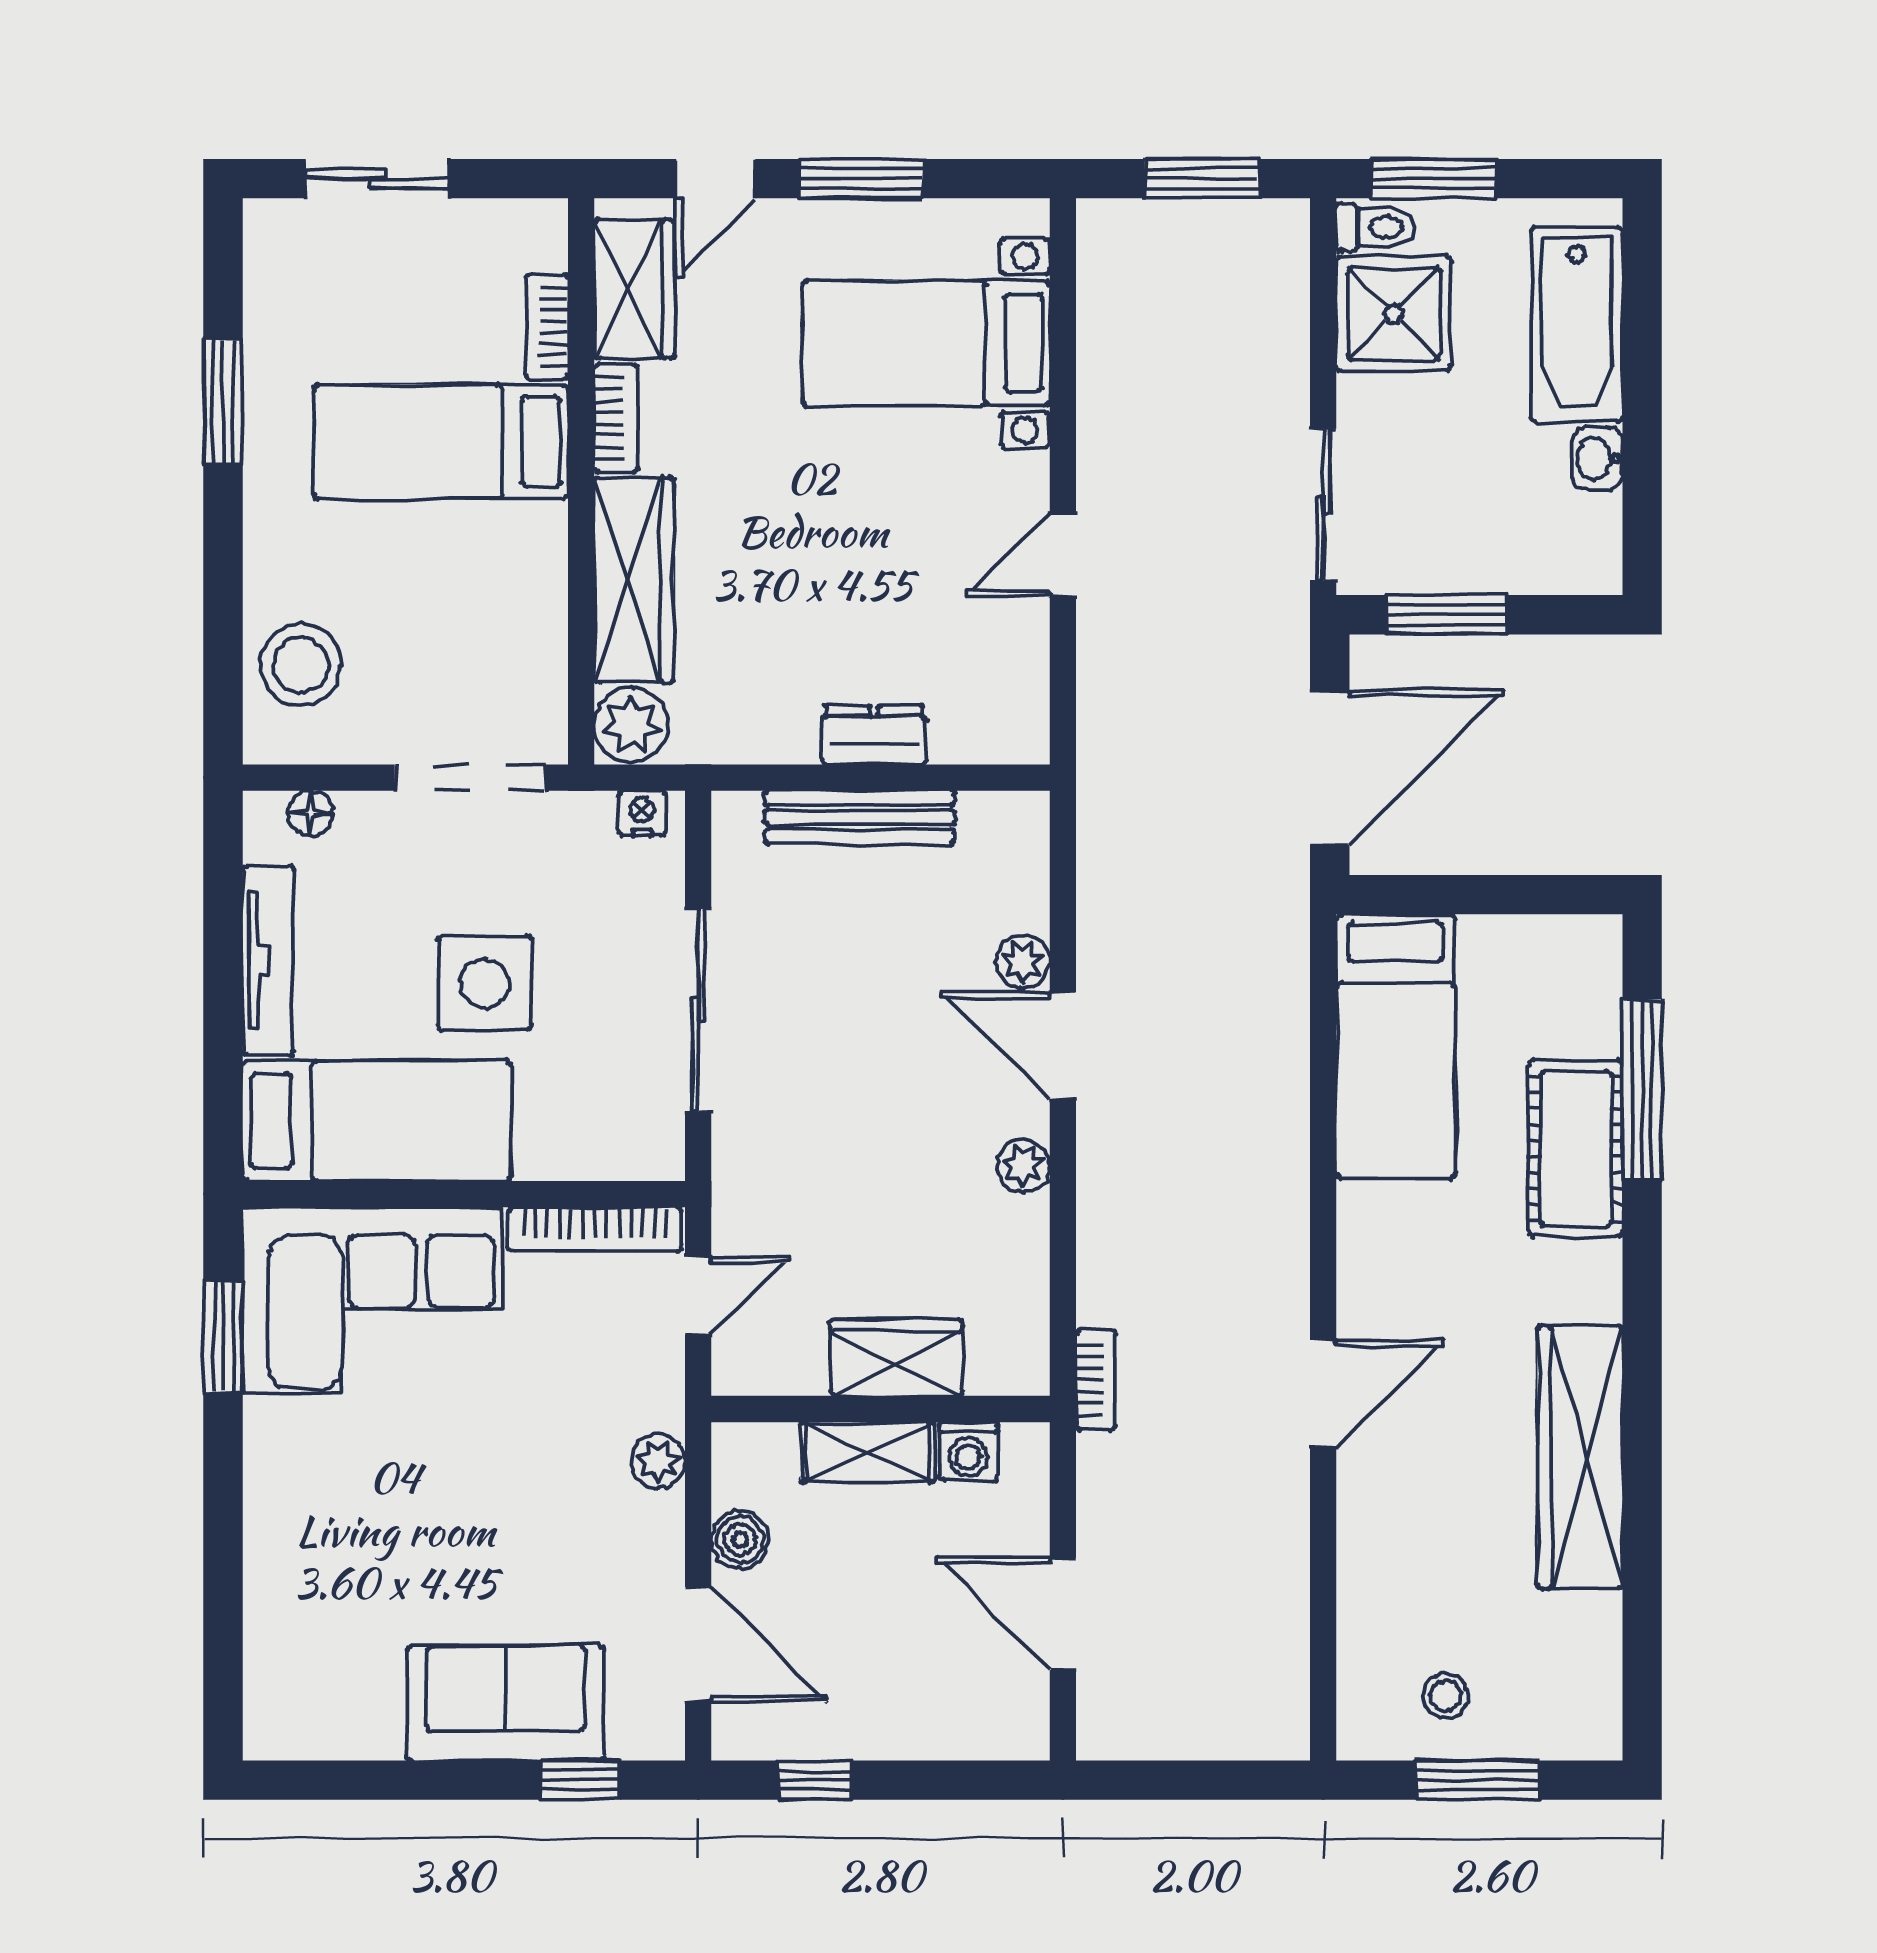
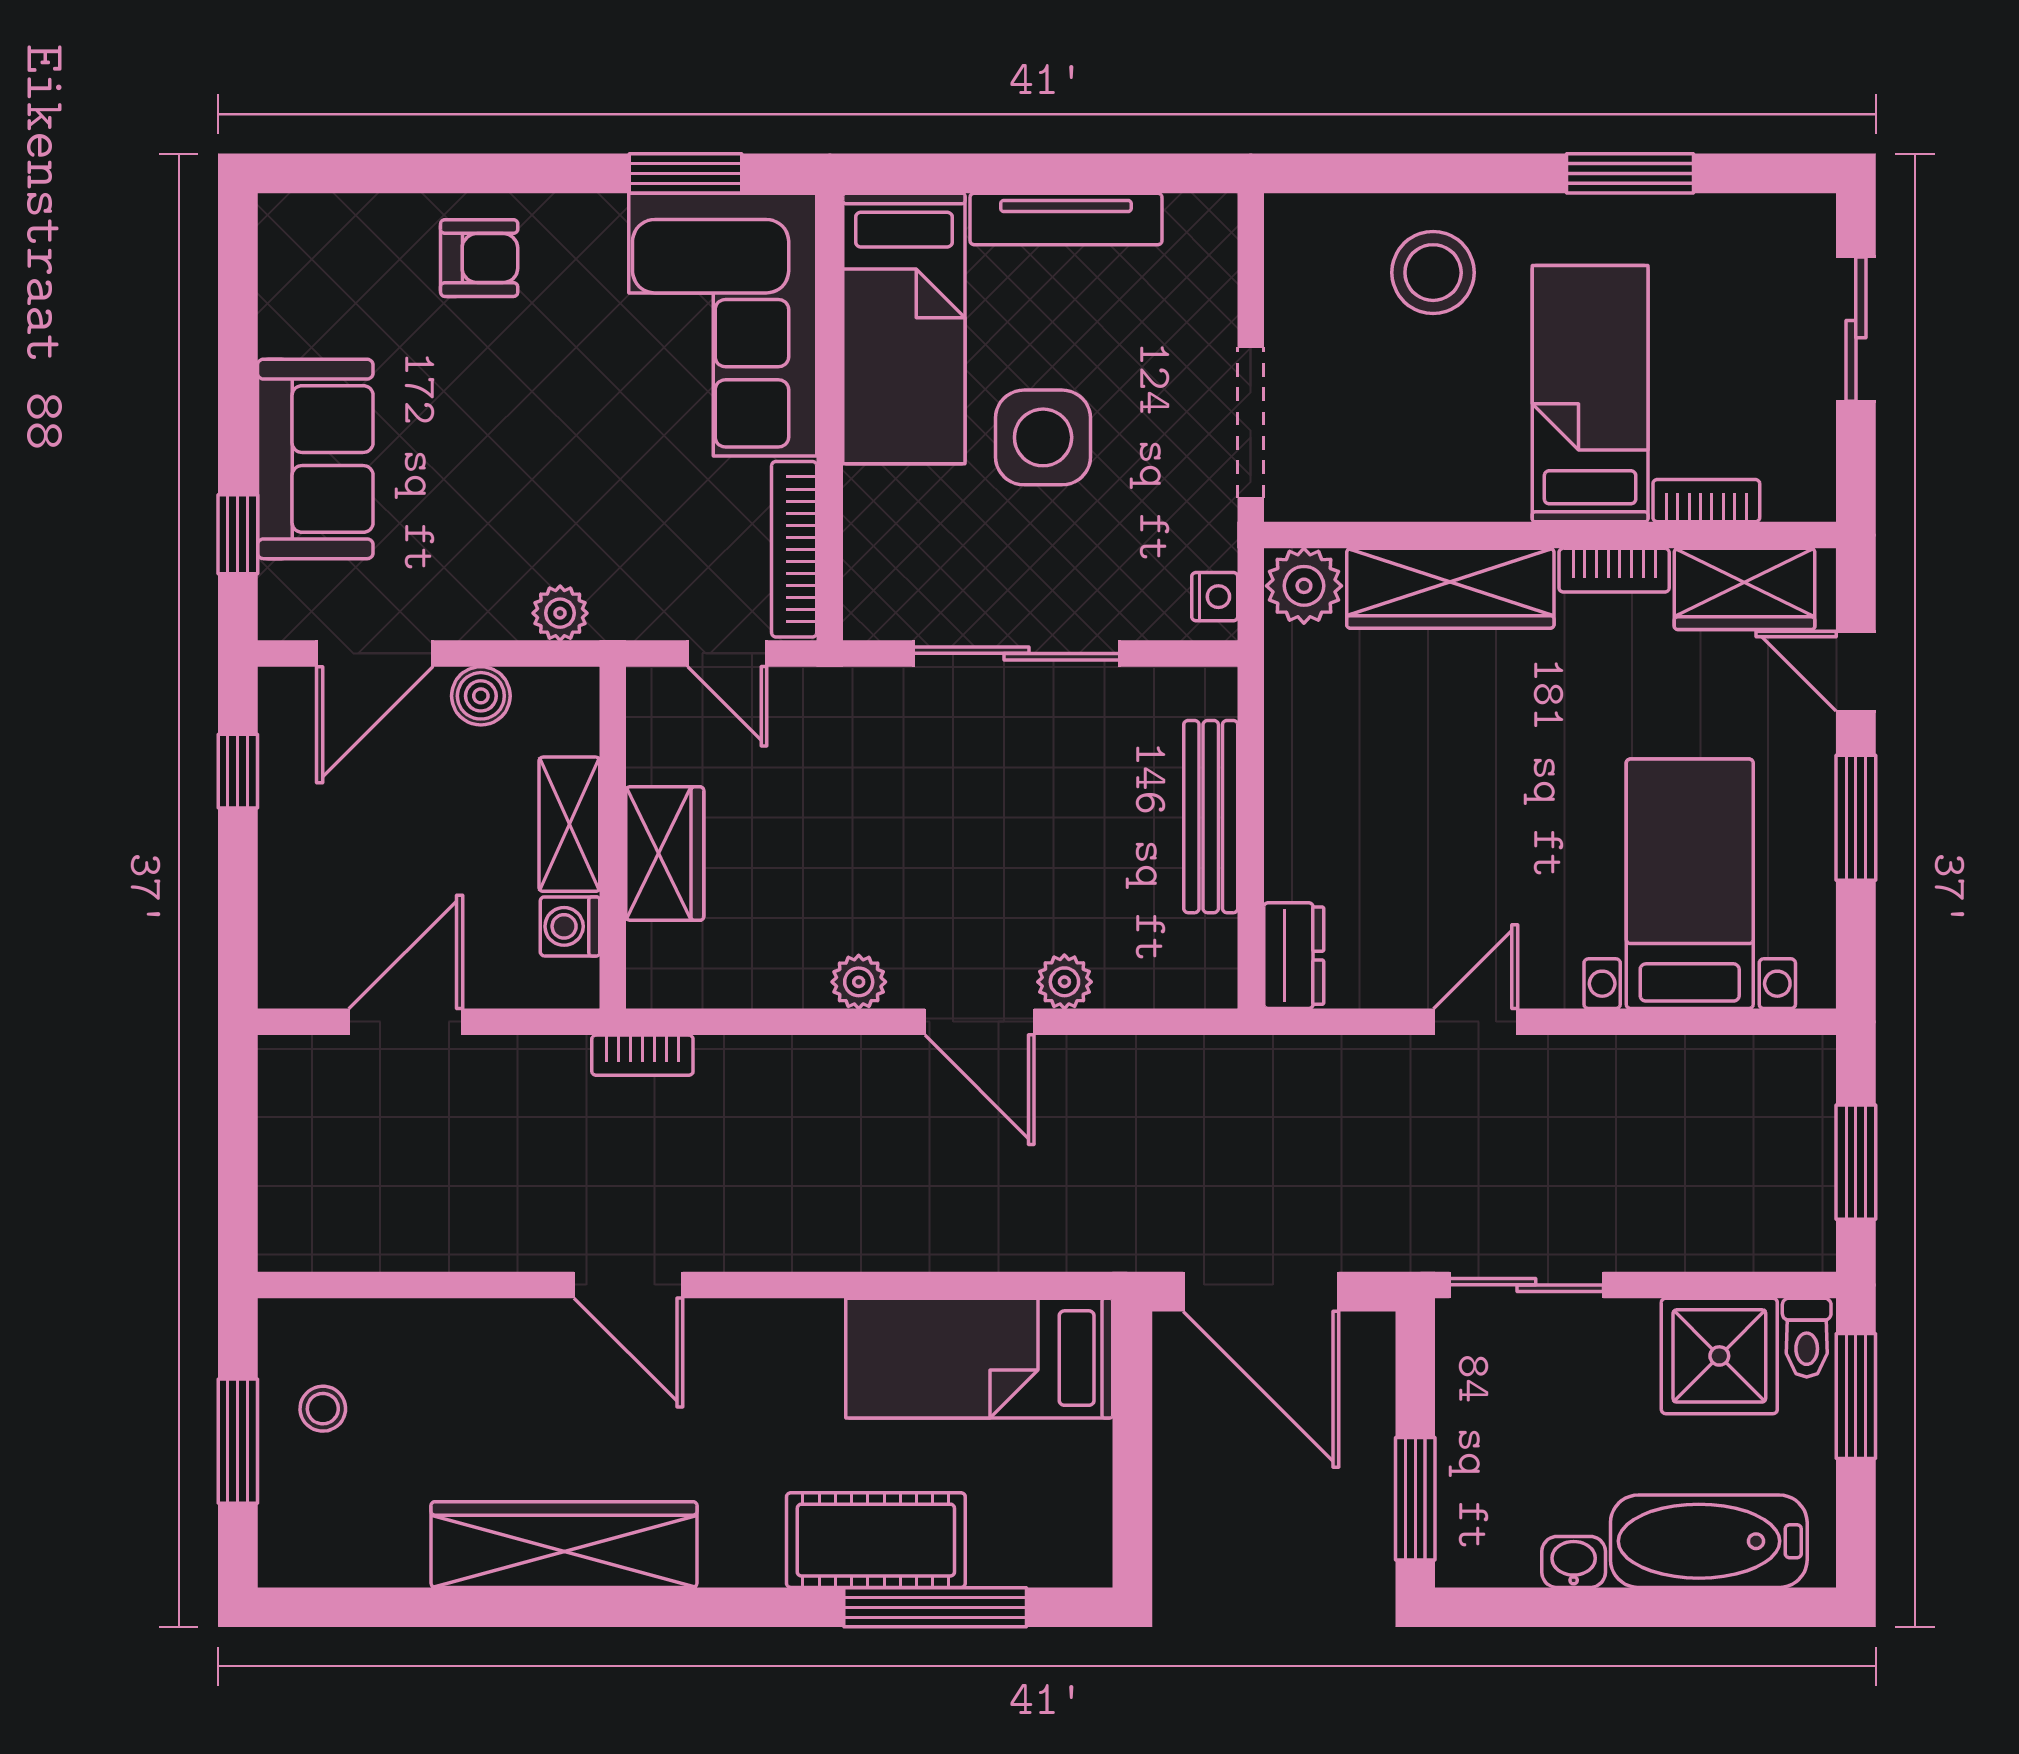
door: (1063, 555) -> (1476, 1022), hinge flipped
window: (1447, 615) -> (1415, 1499), moved
stool: (301, 665) -> (1433, 273), moved
dresser: (874, 735) -> (1294, 956), moved
floor lamp: (311, 813) -> (1215, 262), removed
door: (1063, 1046) -> (980, 1022), swing flipped
armchair: (307, 1541) -> (479, 258), added

